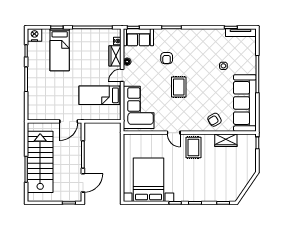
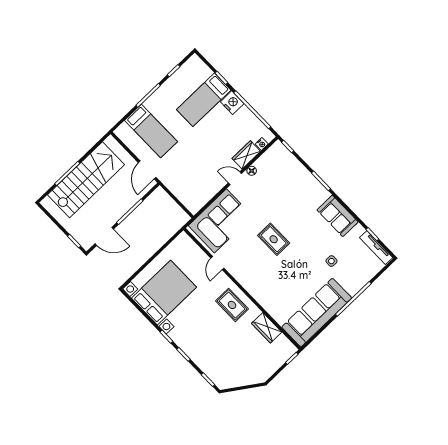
nightstand: (35, 35) -> (232, 103), moved
sofa: (138, 37) -> (338, 216), moved
armchair: (167, 58) -> (289, 203), removed
rug: (179, 87) -> (274, 239), turned 90
bed: (100, 95) -> (151, 131), moved, turned 180
armchair: (214, 120) -> (275, 300), removed
door: (69, 121) -> (147, 170), hinge flipped
door: (174, 133) -> (217, 263), moved
rug: (193, 147) -> (232, 305), turned 90

